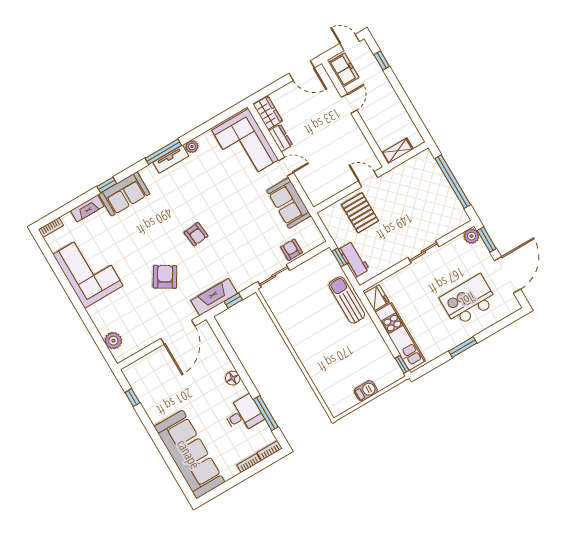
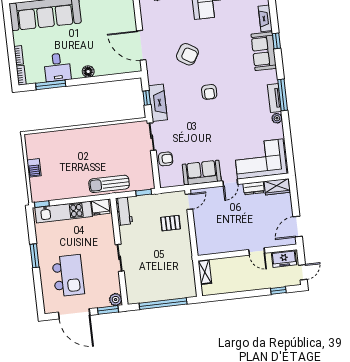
door: (368, 179) -> (189, 202), moved
pallet: (360, 213) -> (170, 223), width x0.67, depth x0.71
armchair: (196, 234) -> (209, 92), turned -84
workbench: (354, 259) -> (124, 211), moved, turned -90
fireplace: (214, 297) -> (158, 103), moved
sun lounger: (347, 300) -> (109, 184), turned 180

